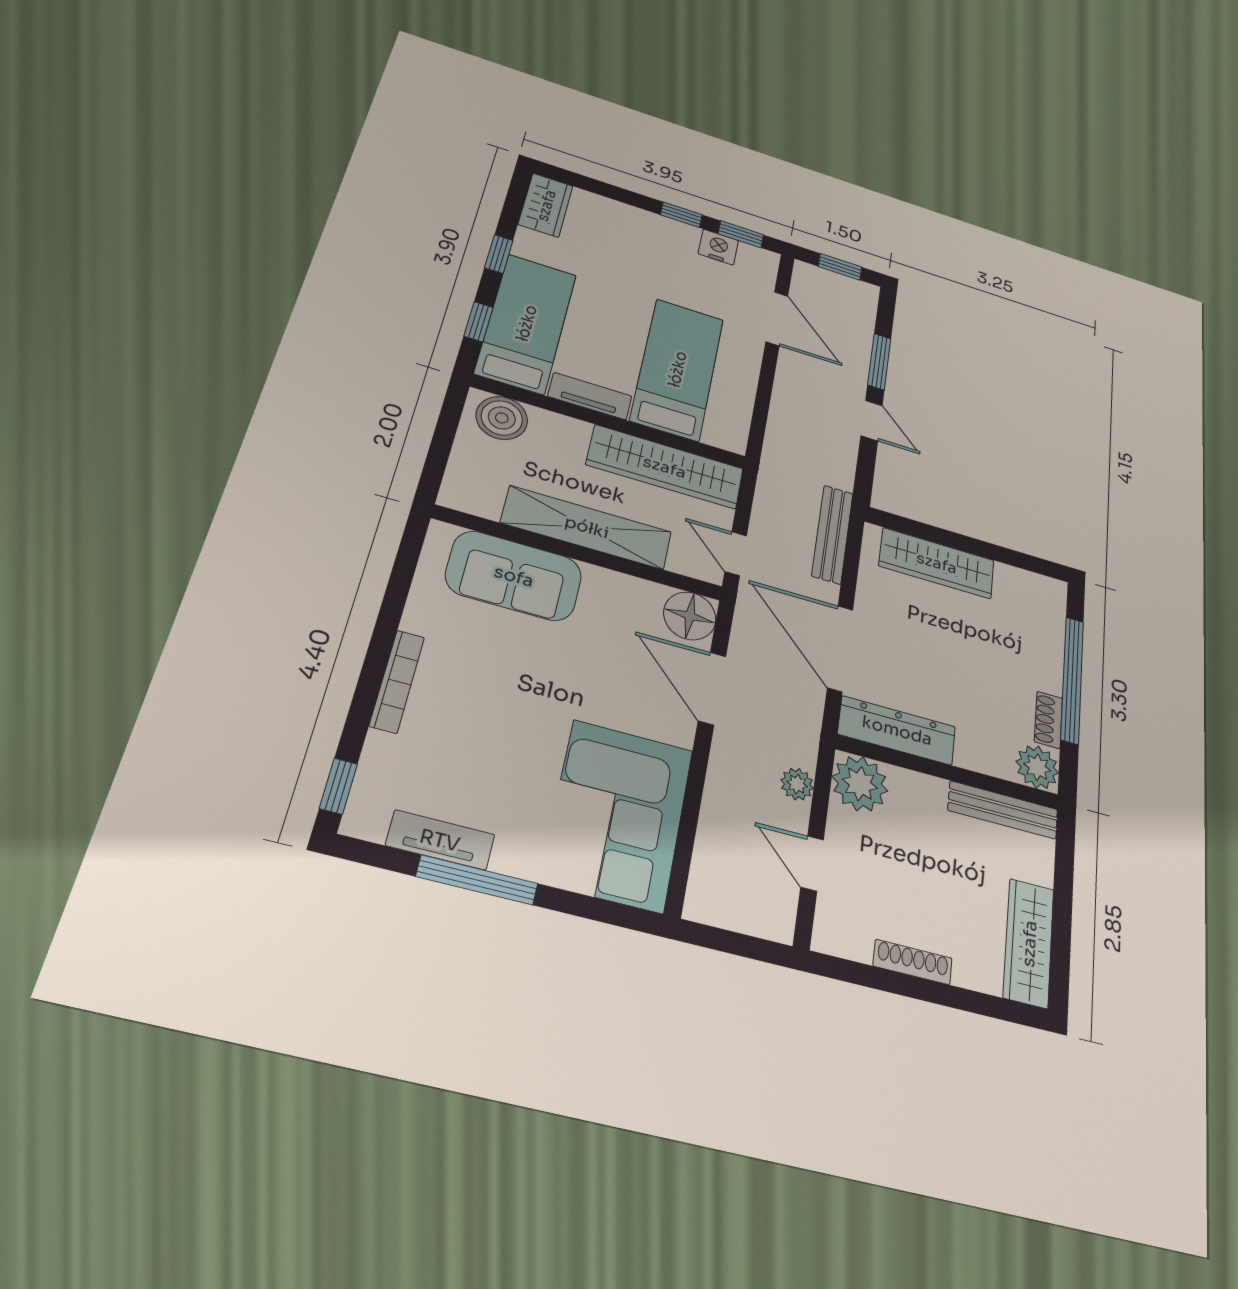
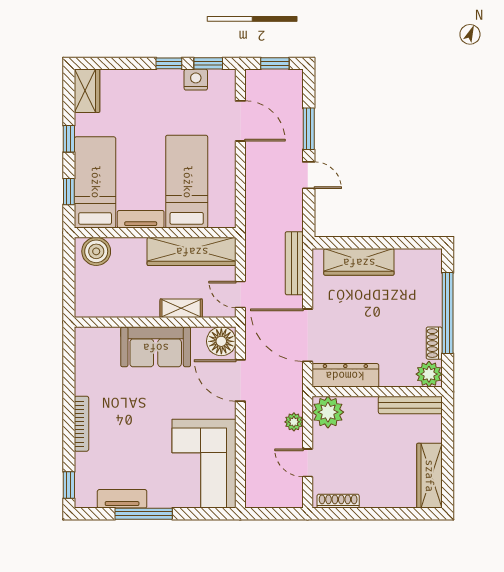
shelving: (587, 527) -> (181, 308), width x0.45, depth x0.75
sofa: (514, 576) -> (156, 347), moved
shoe rack: (913, 962) -> (338, 501), moved

